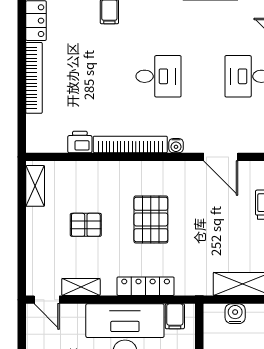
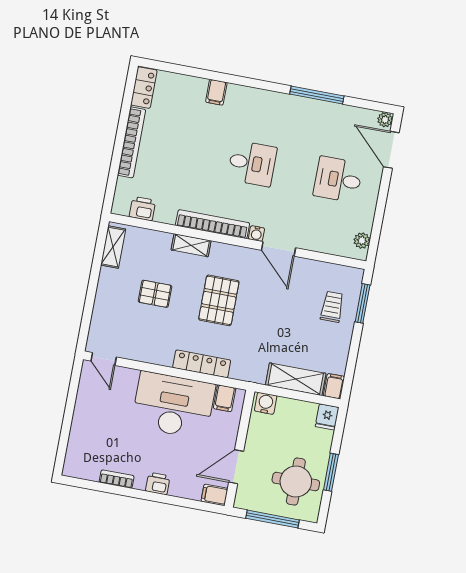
printer: (80, 142) -> (142, 209), moved
door: (221, 157) -> (278, 249), moved
shelving: (81, 287) -> (191, 245), moved
water cooler: (235, 314) -> (266, 403), moved

